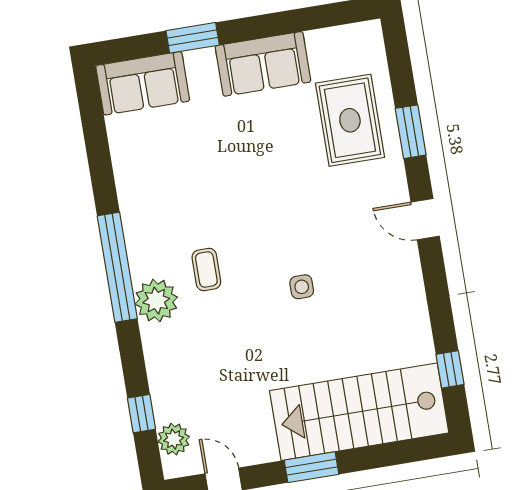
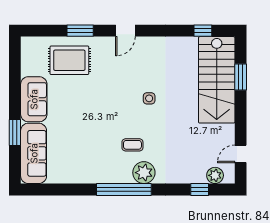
sofa: (143, 83) -> (34, 153), width x1.36
window: (312, 467) -> (241, 77), moved

